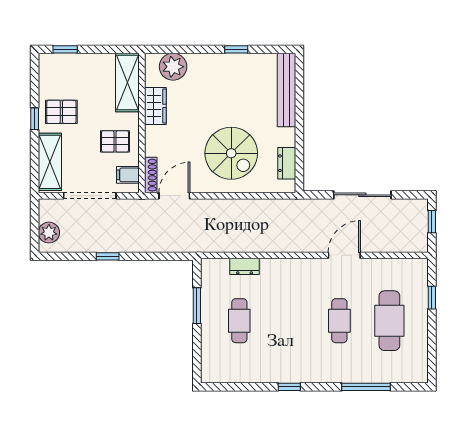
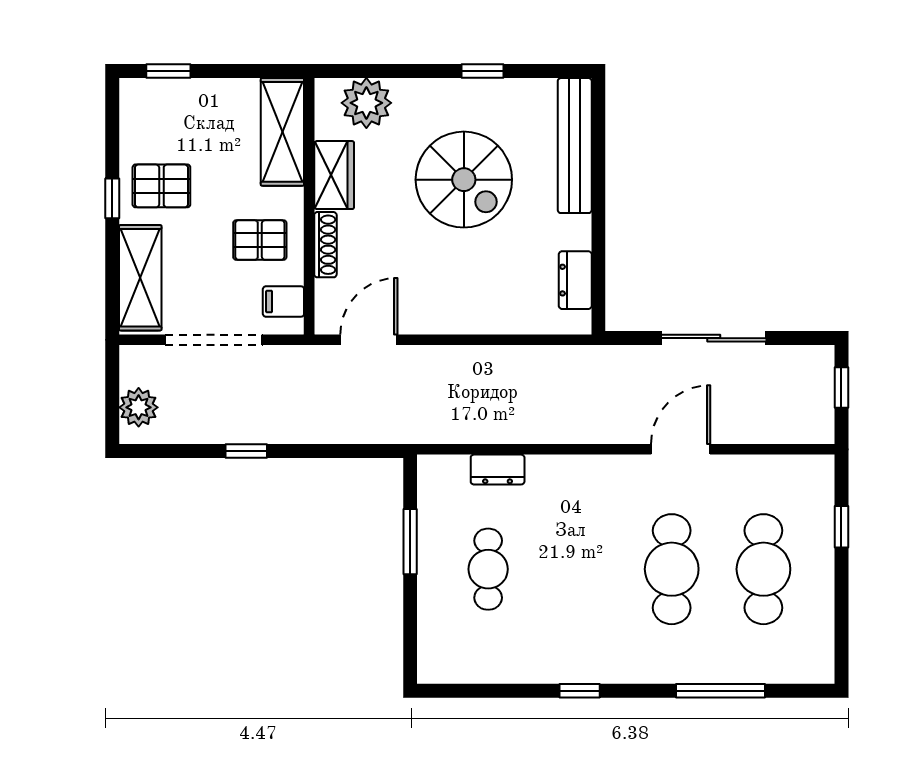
spiral stairs: (231, 153) -> (464, 180), moved
shoe rack: (151, 175) -> (325, 245), moved
cafe table: (339, 321) -> (672, 569), width x1.37, depth x1.35

